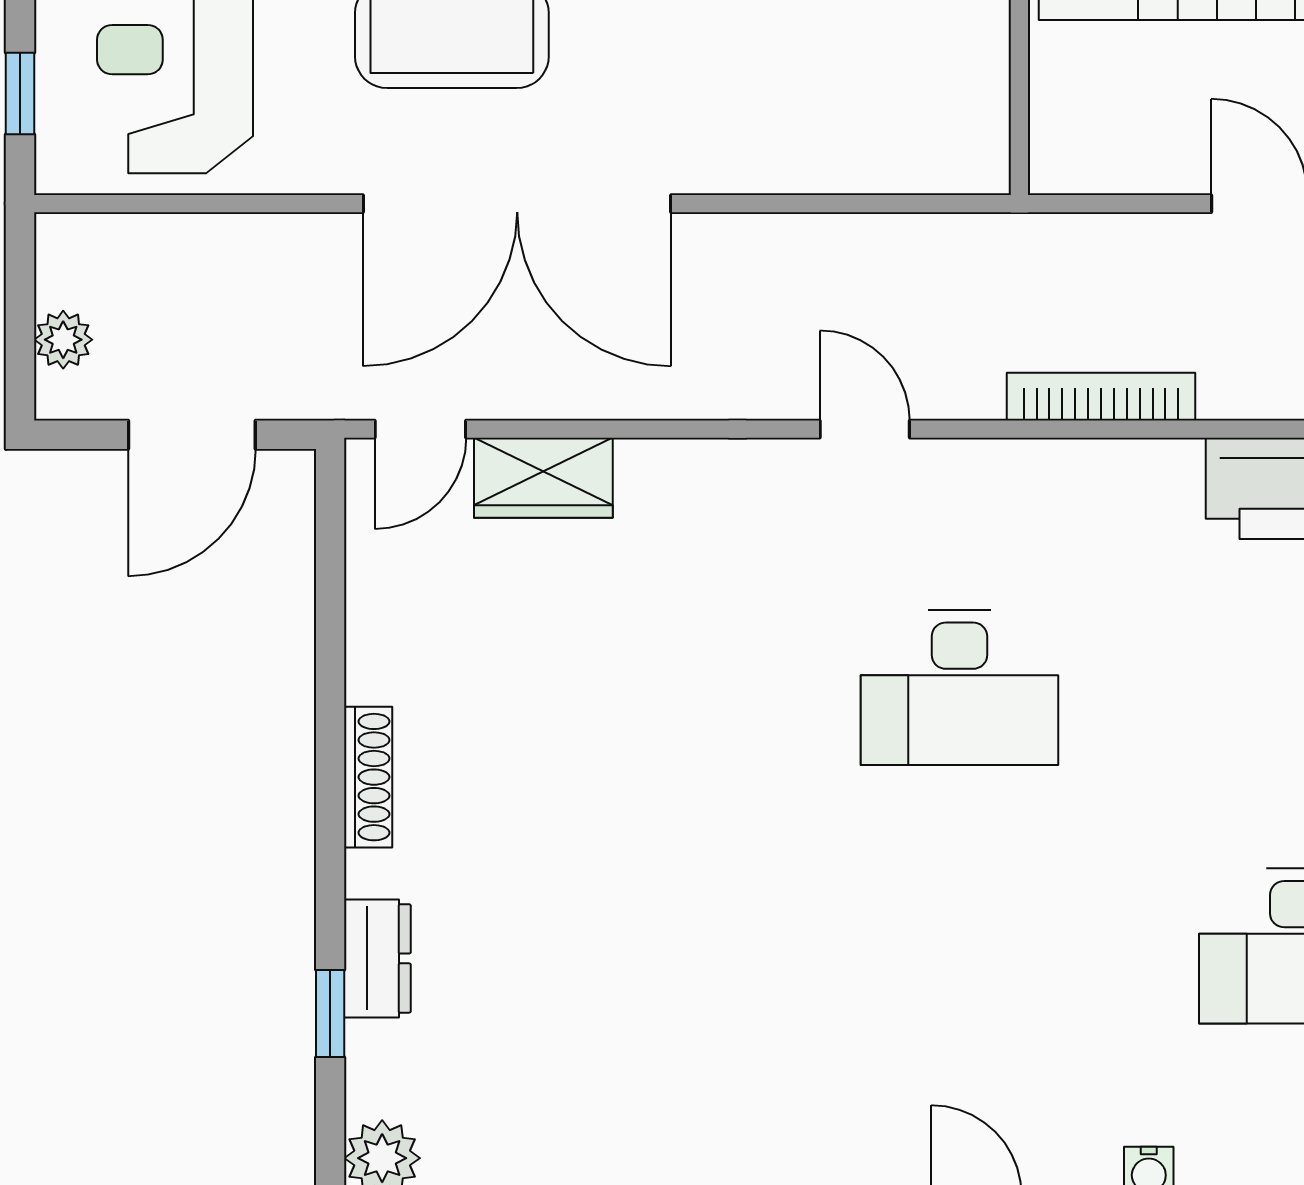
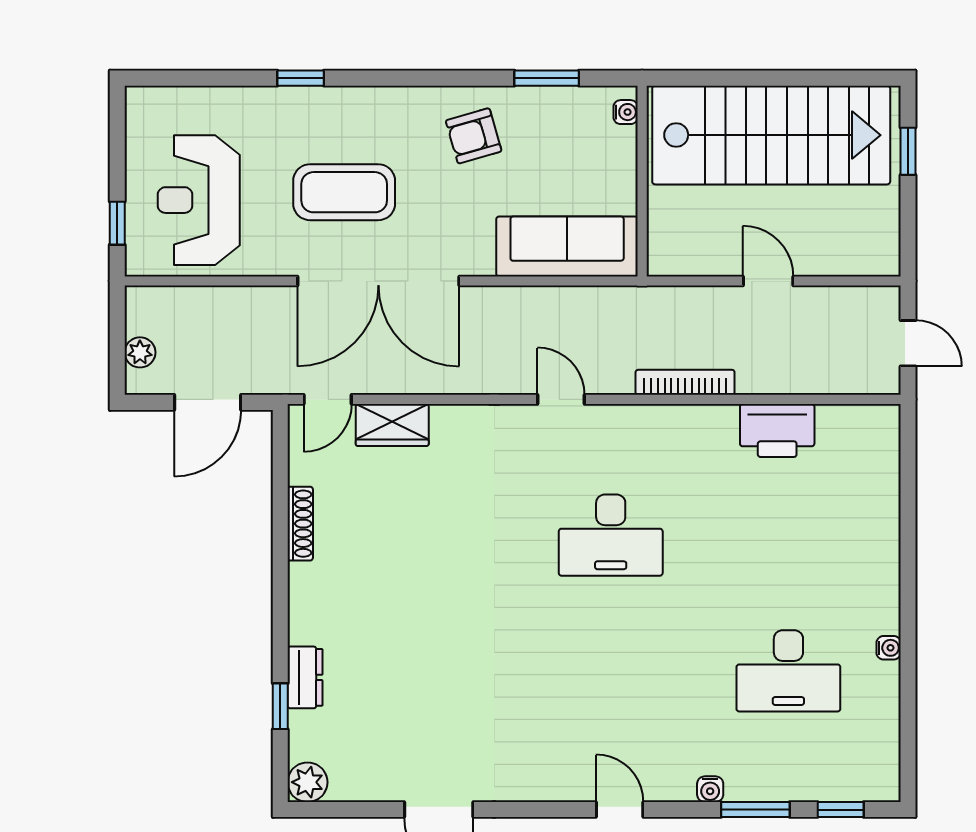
sofa: (876, 138) -> (567, 246), added
shoe rack: (368, 777) -> (300, 524), moved

